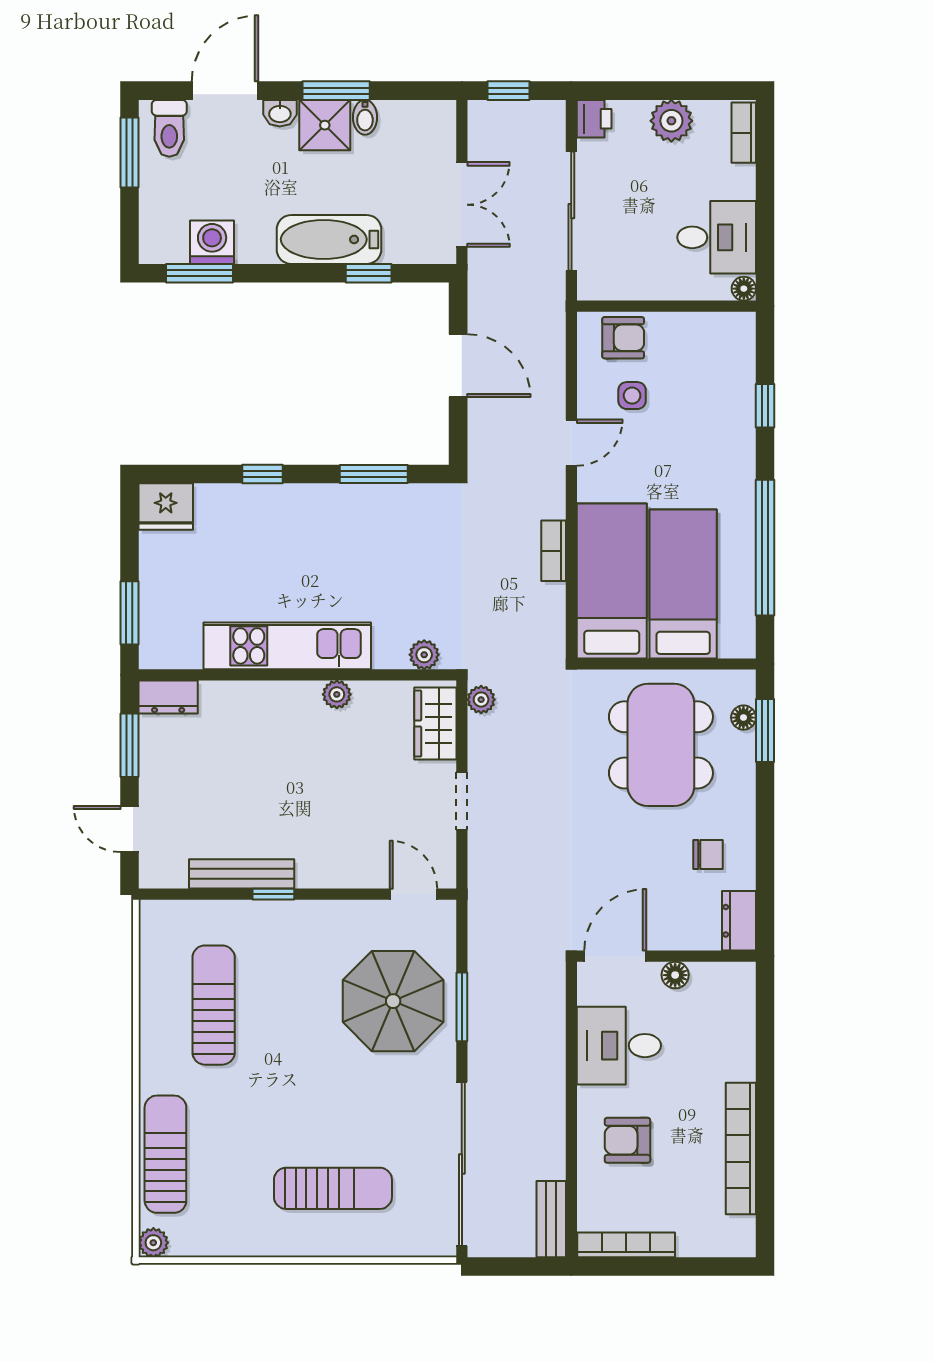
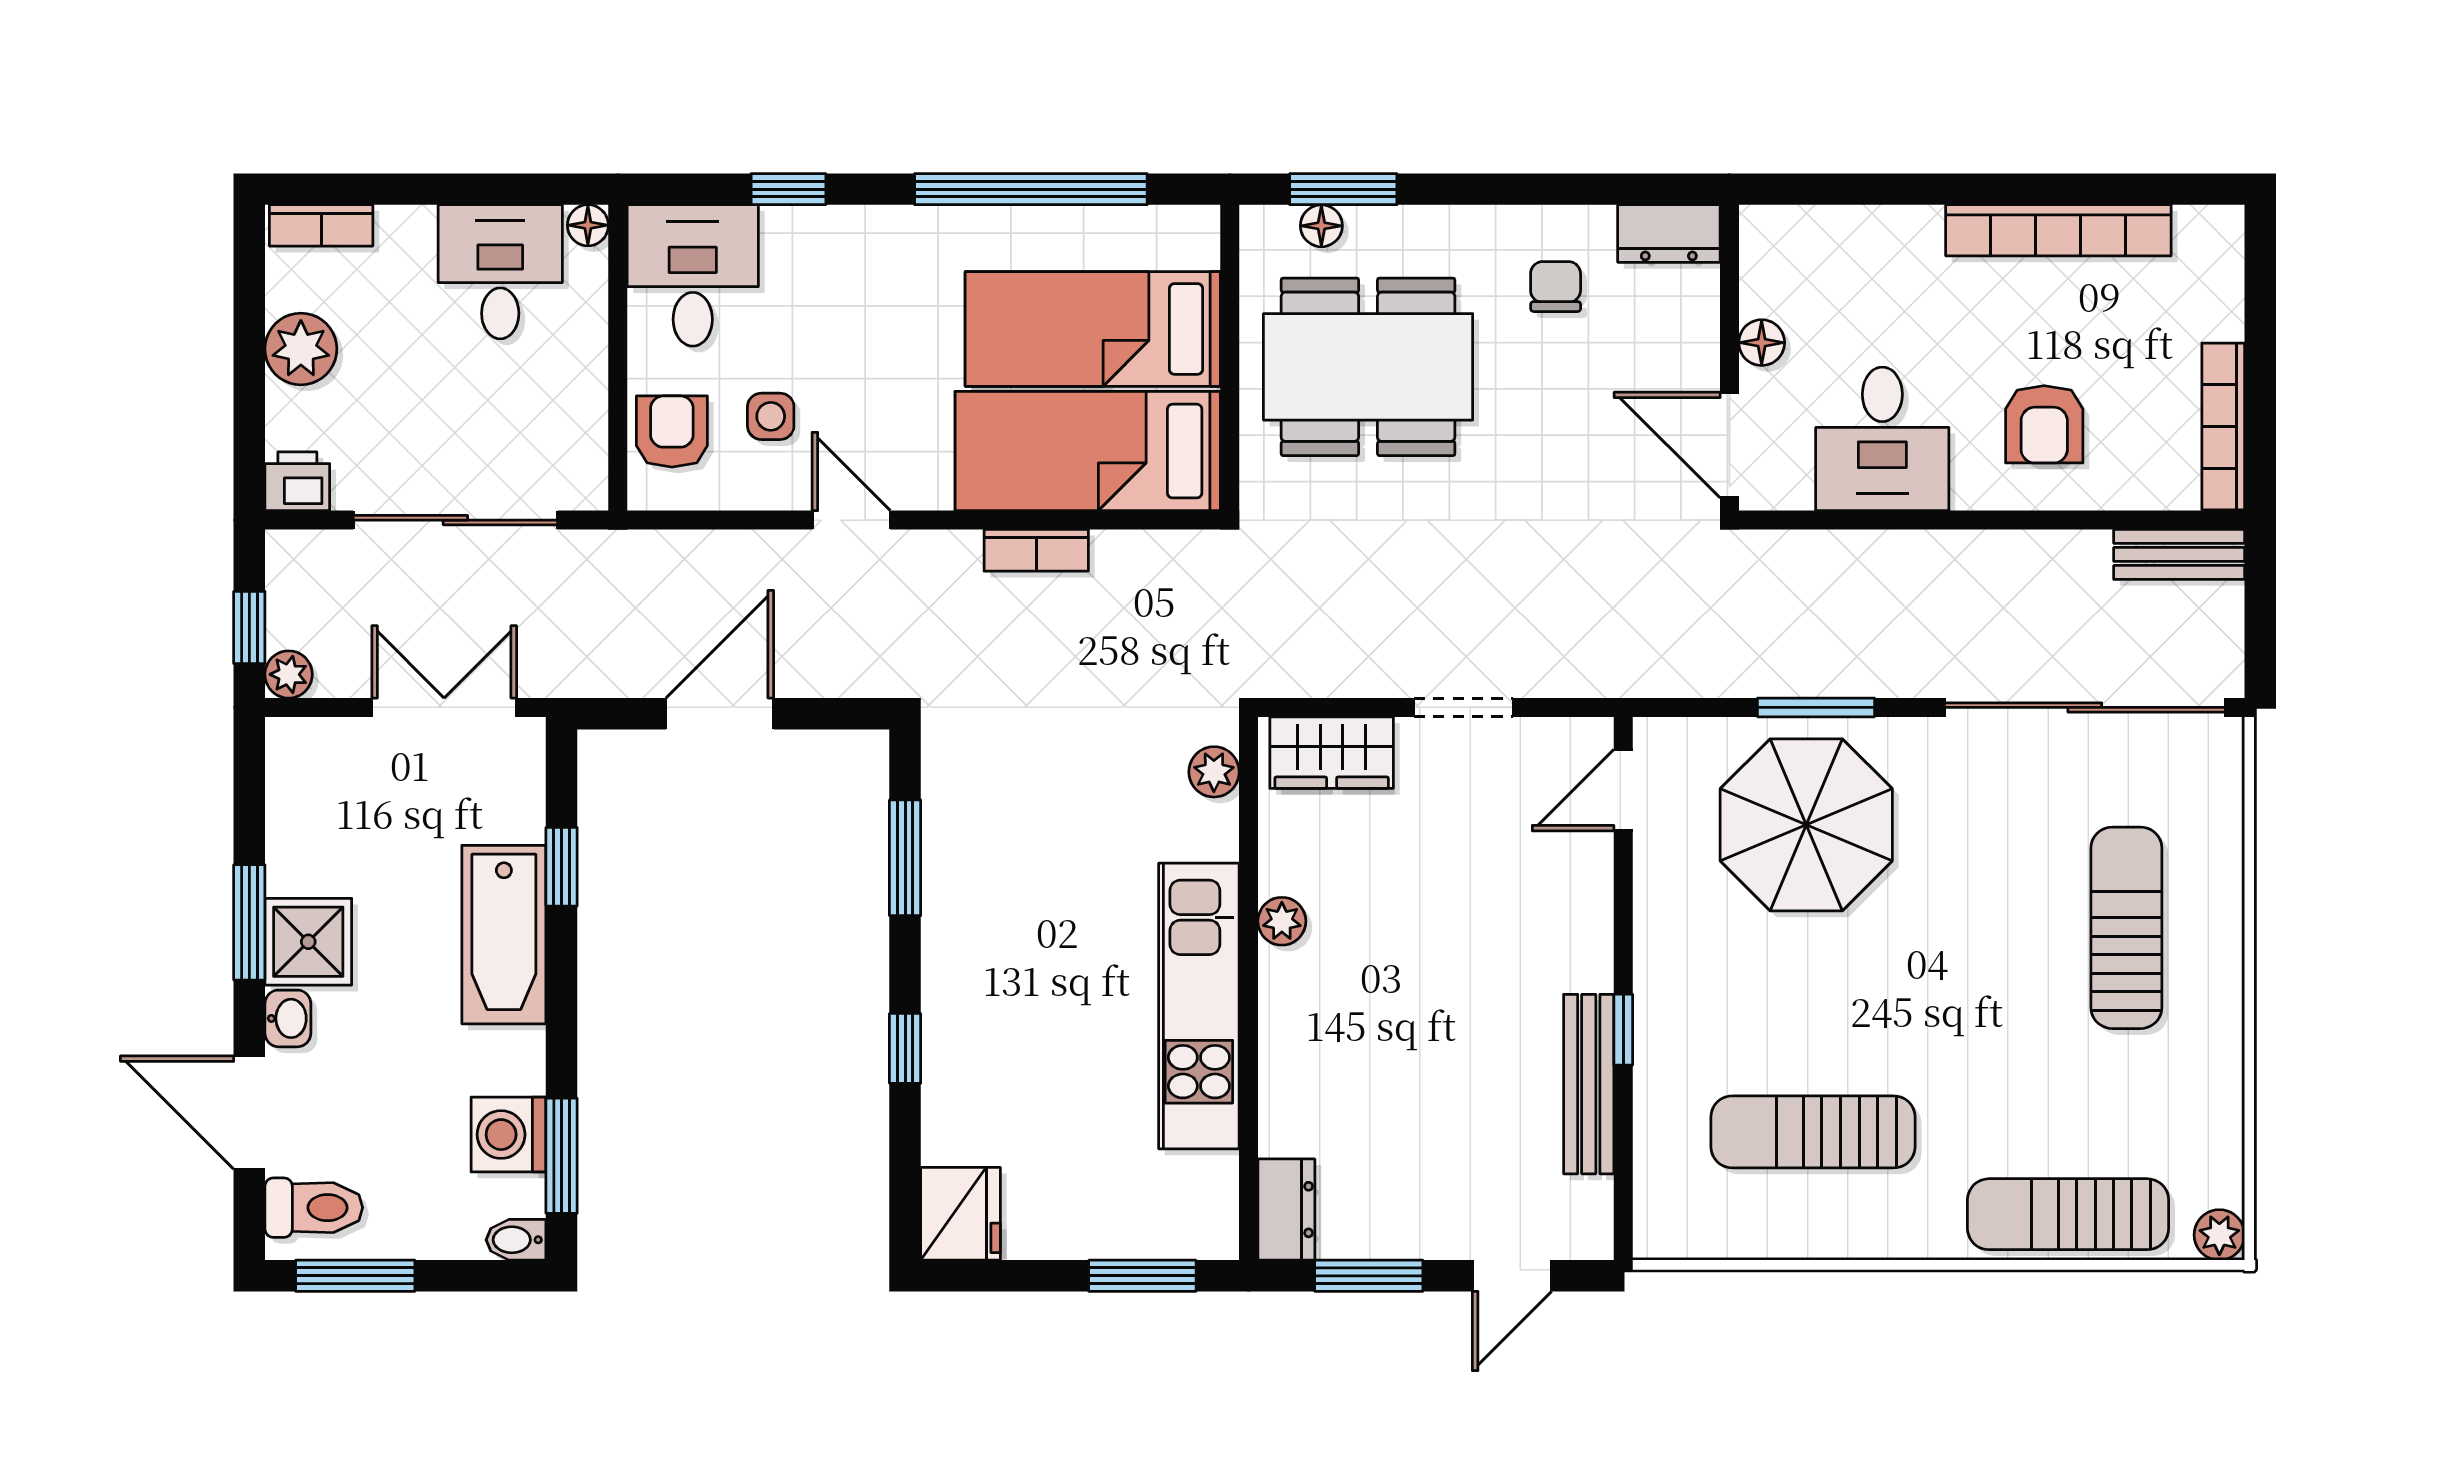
bidet: (365, 117) -> (516, 1240), moved, turned 180
desk: (714, 350) -> (693, 275), added
plant: (481, 700) -> (289, 674), moved

